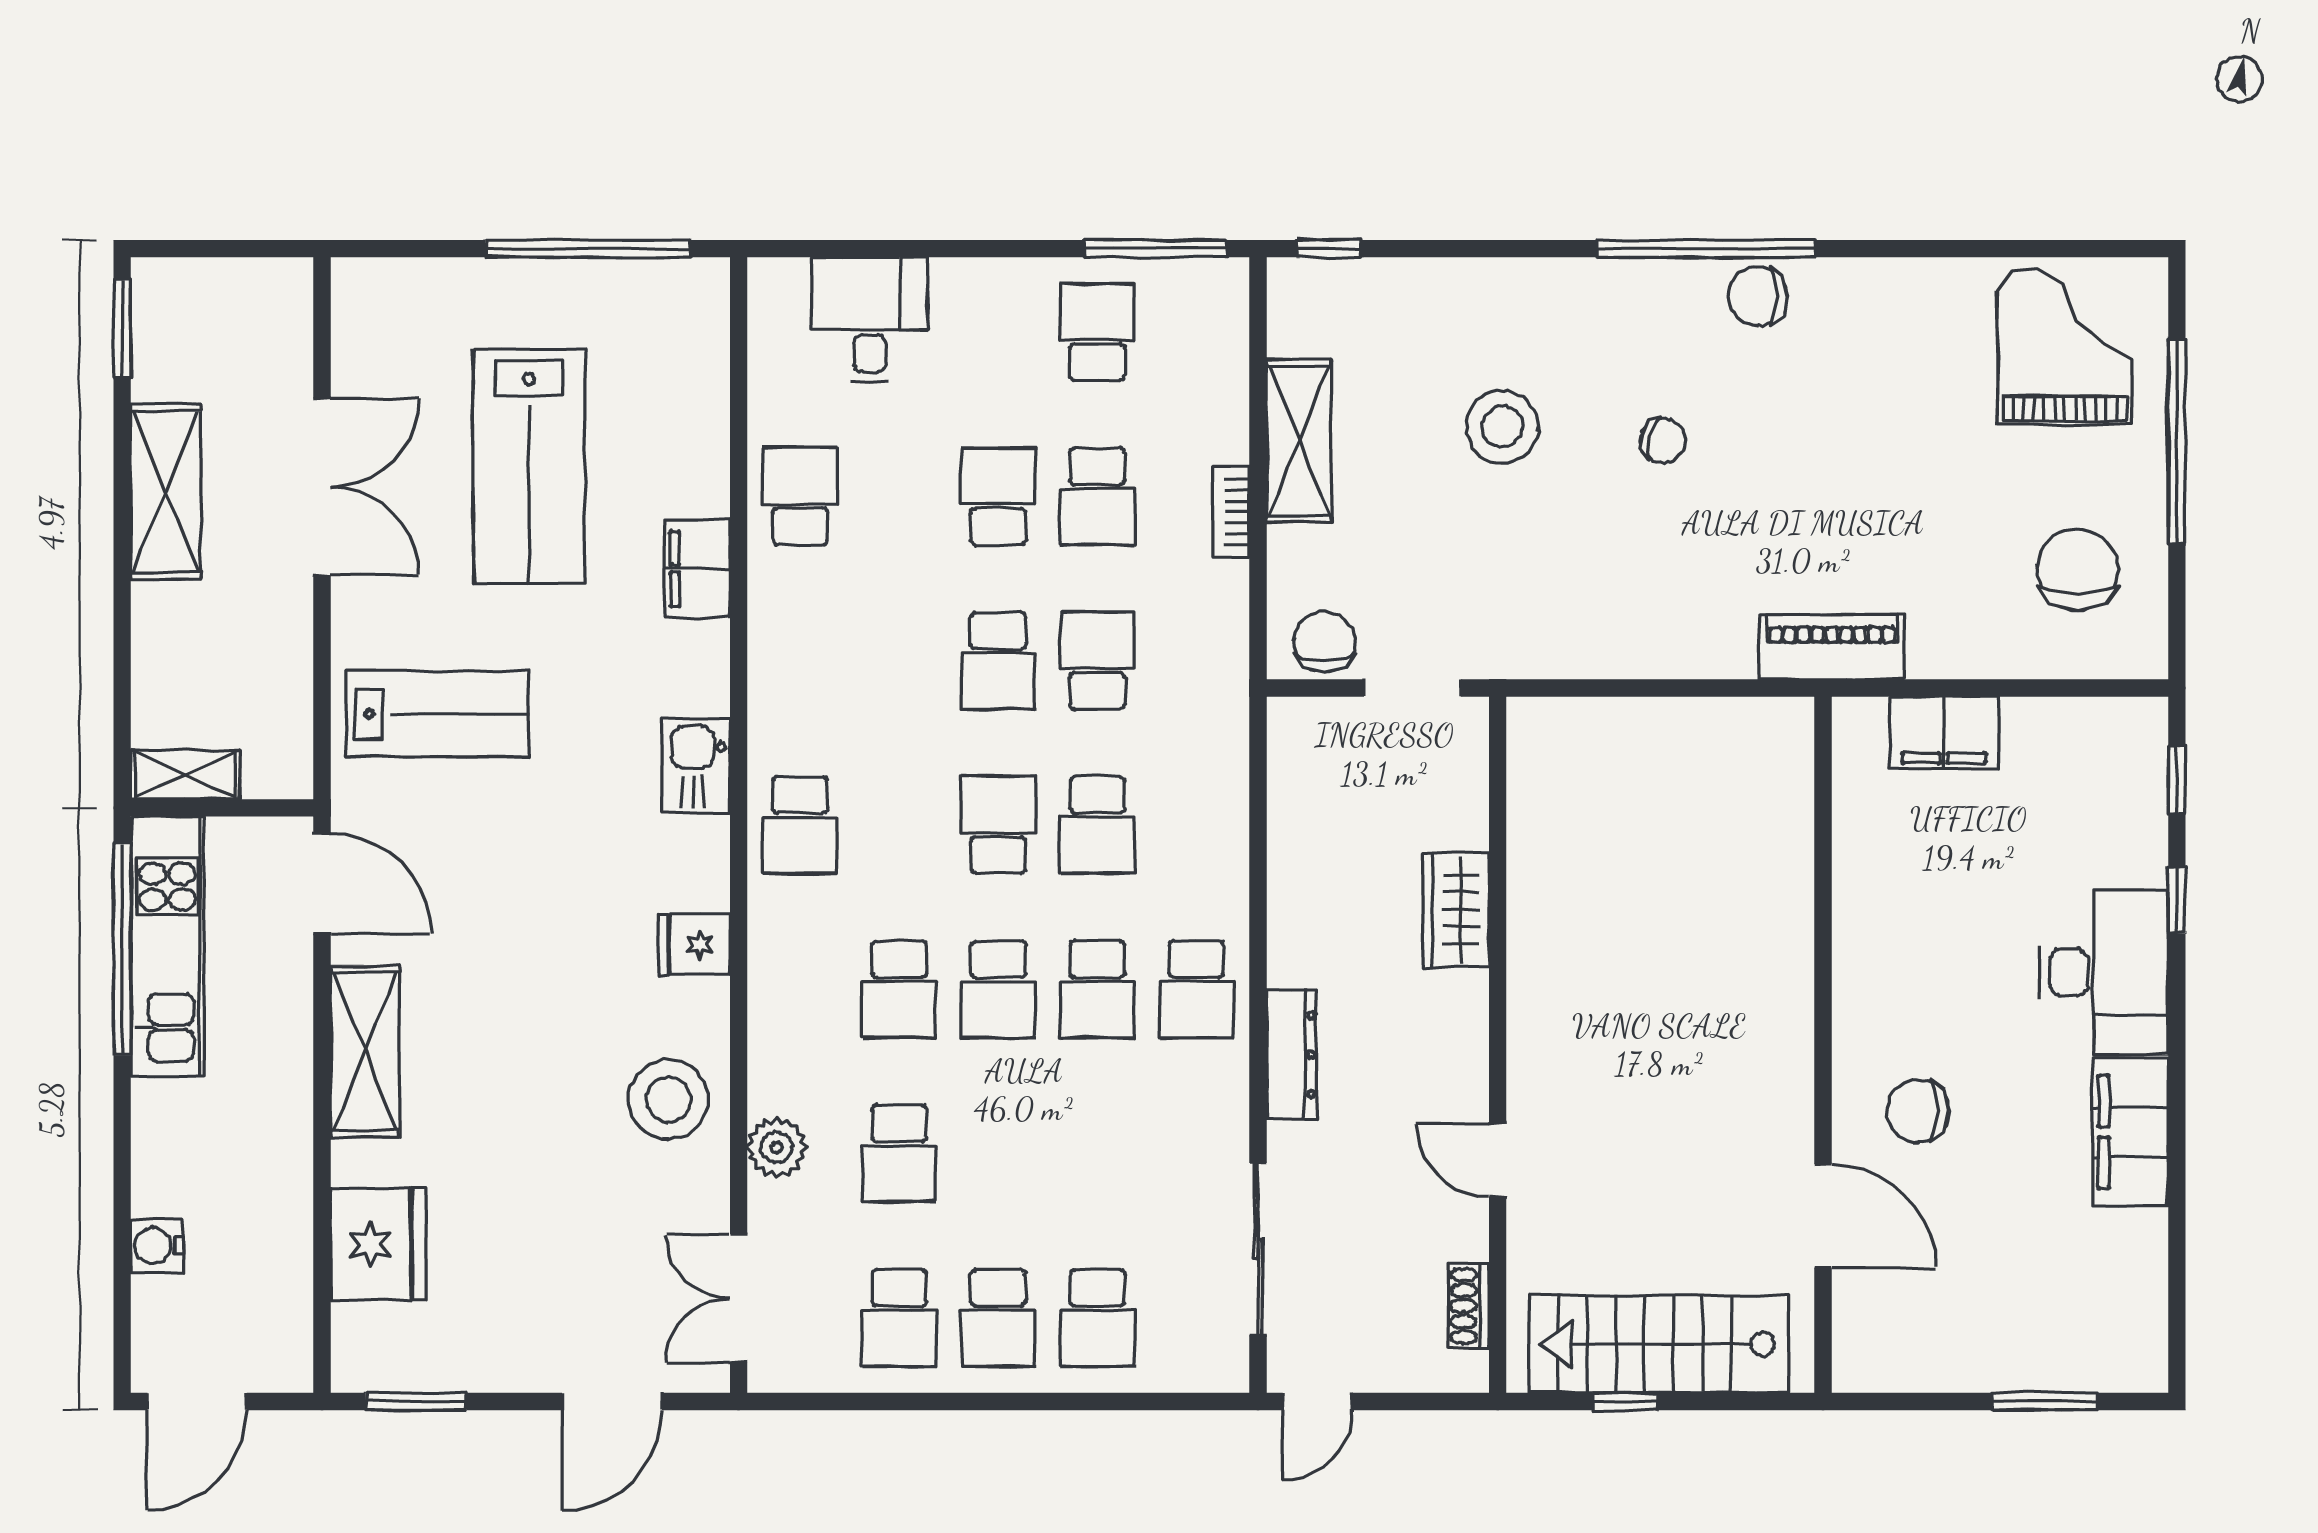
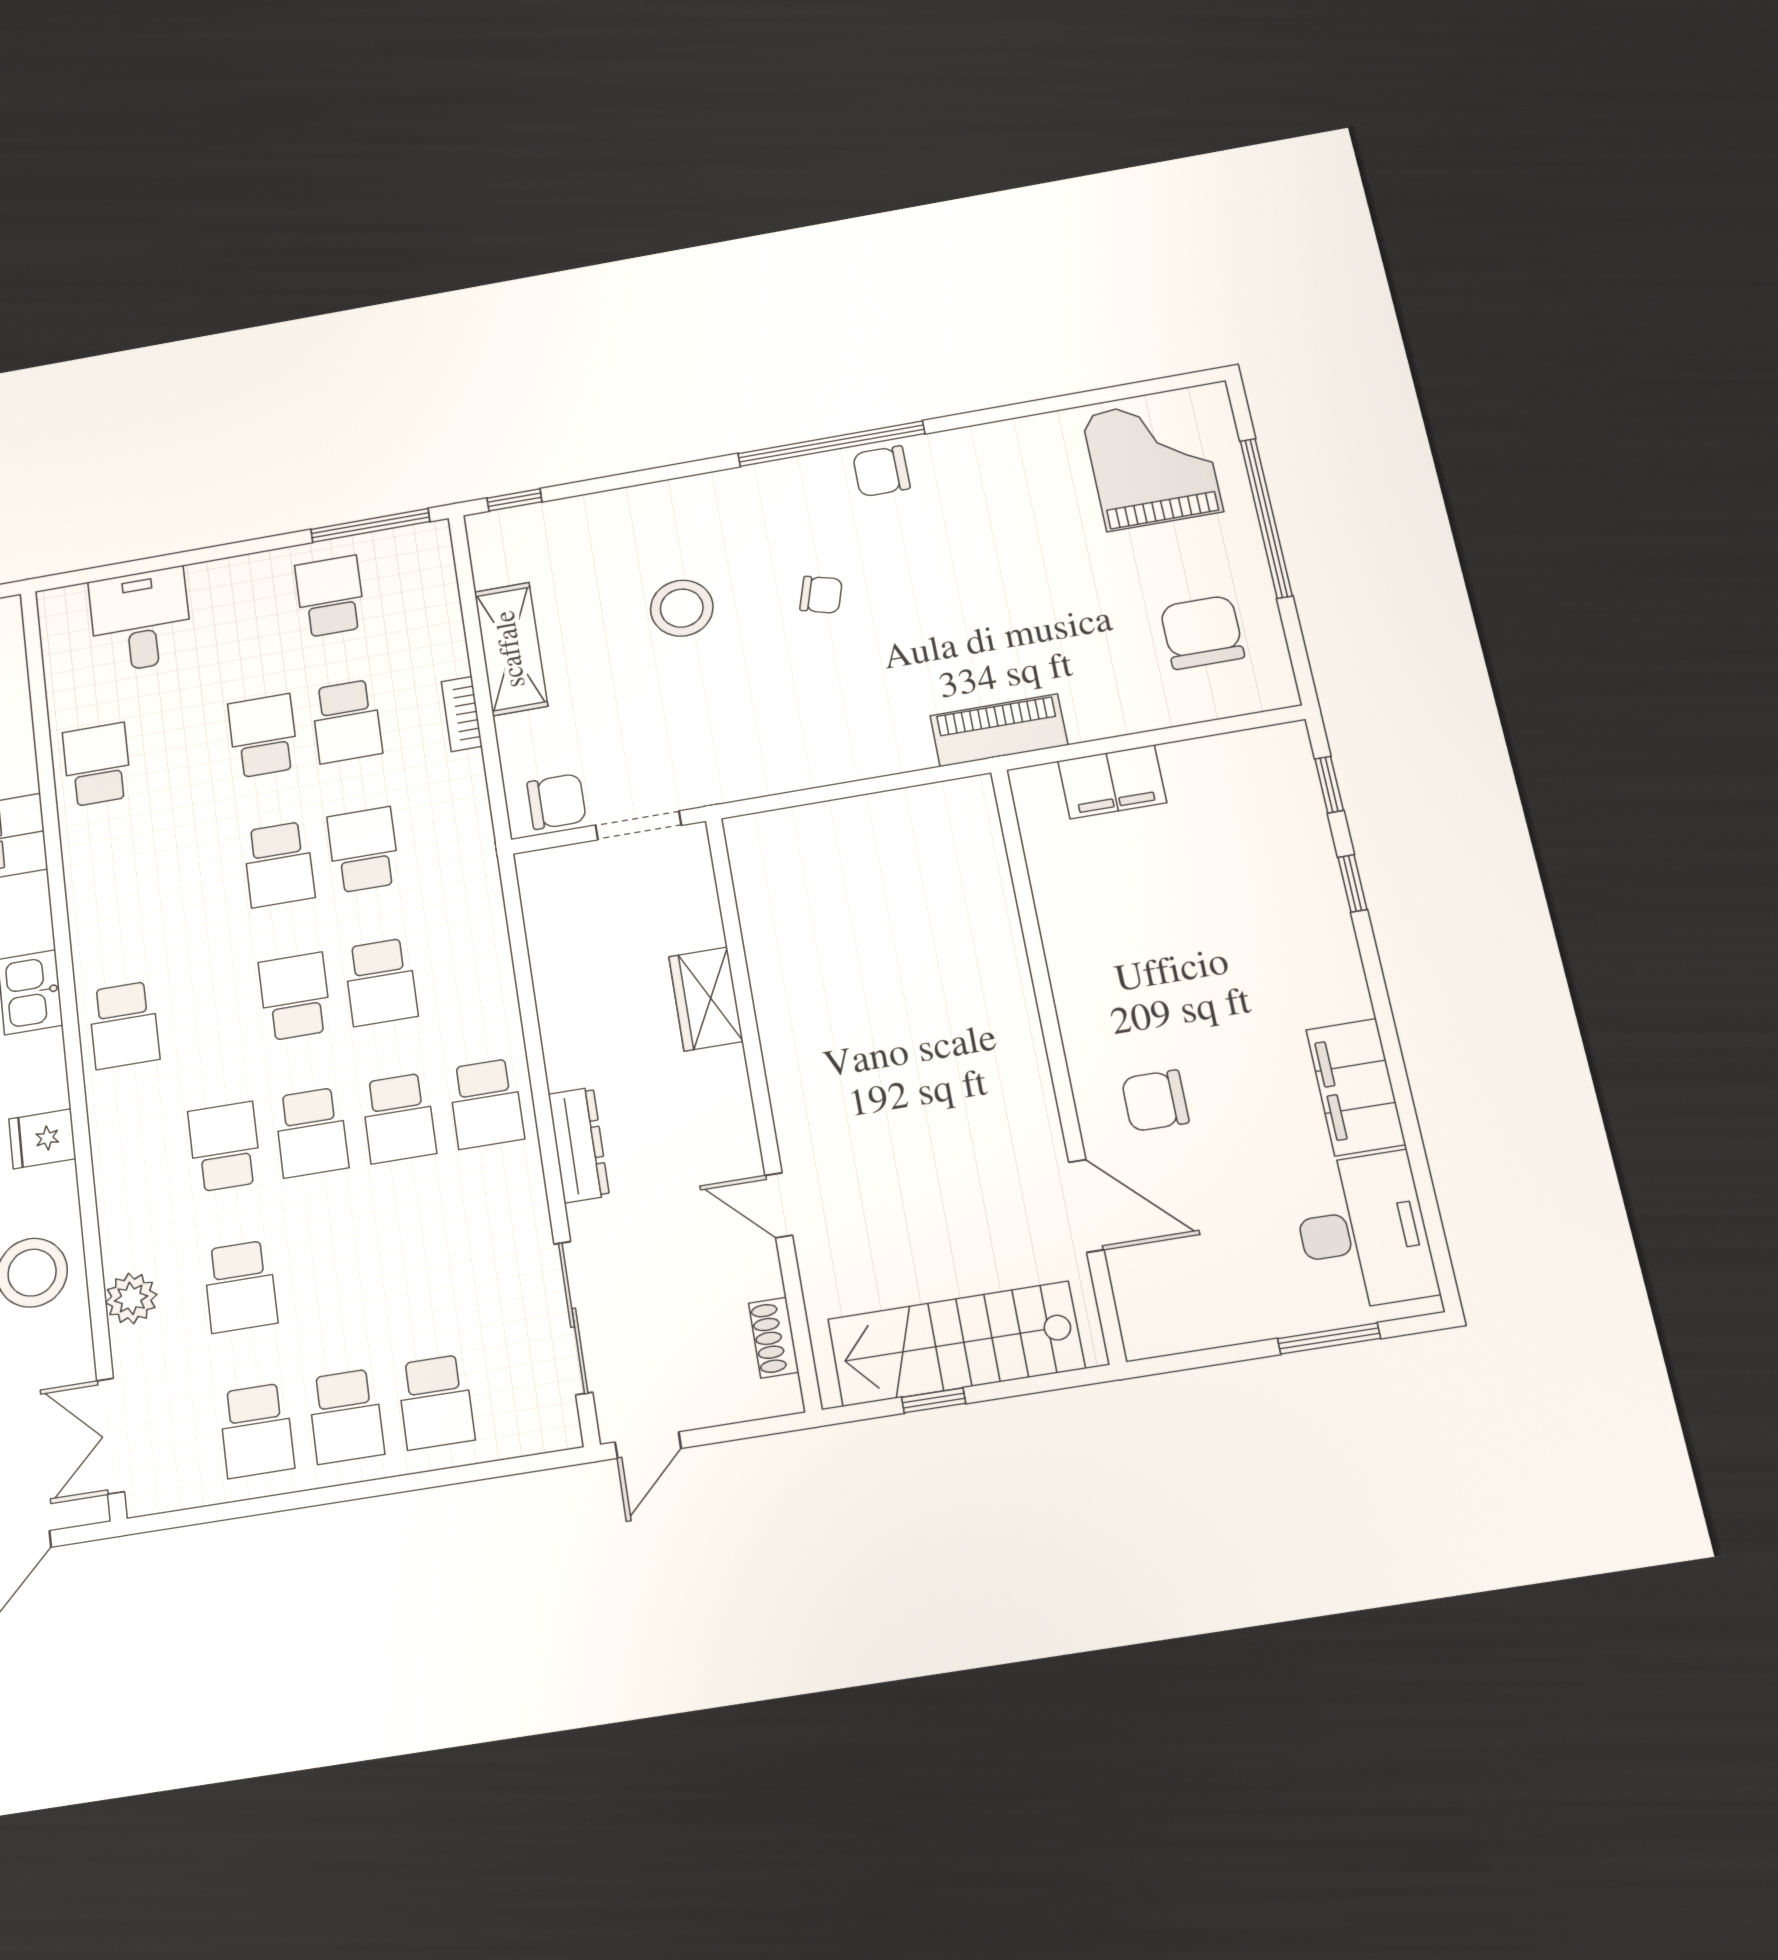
chair: (1325, 642) -> (557, 801), turned 90
desk: (2104, 972) -> (1363, 1231), moved
school desk: (899, 989) -> (225, 1147), turned 180

